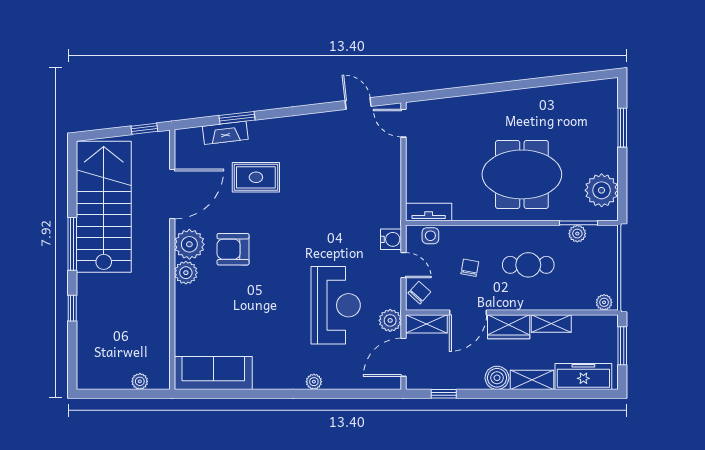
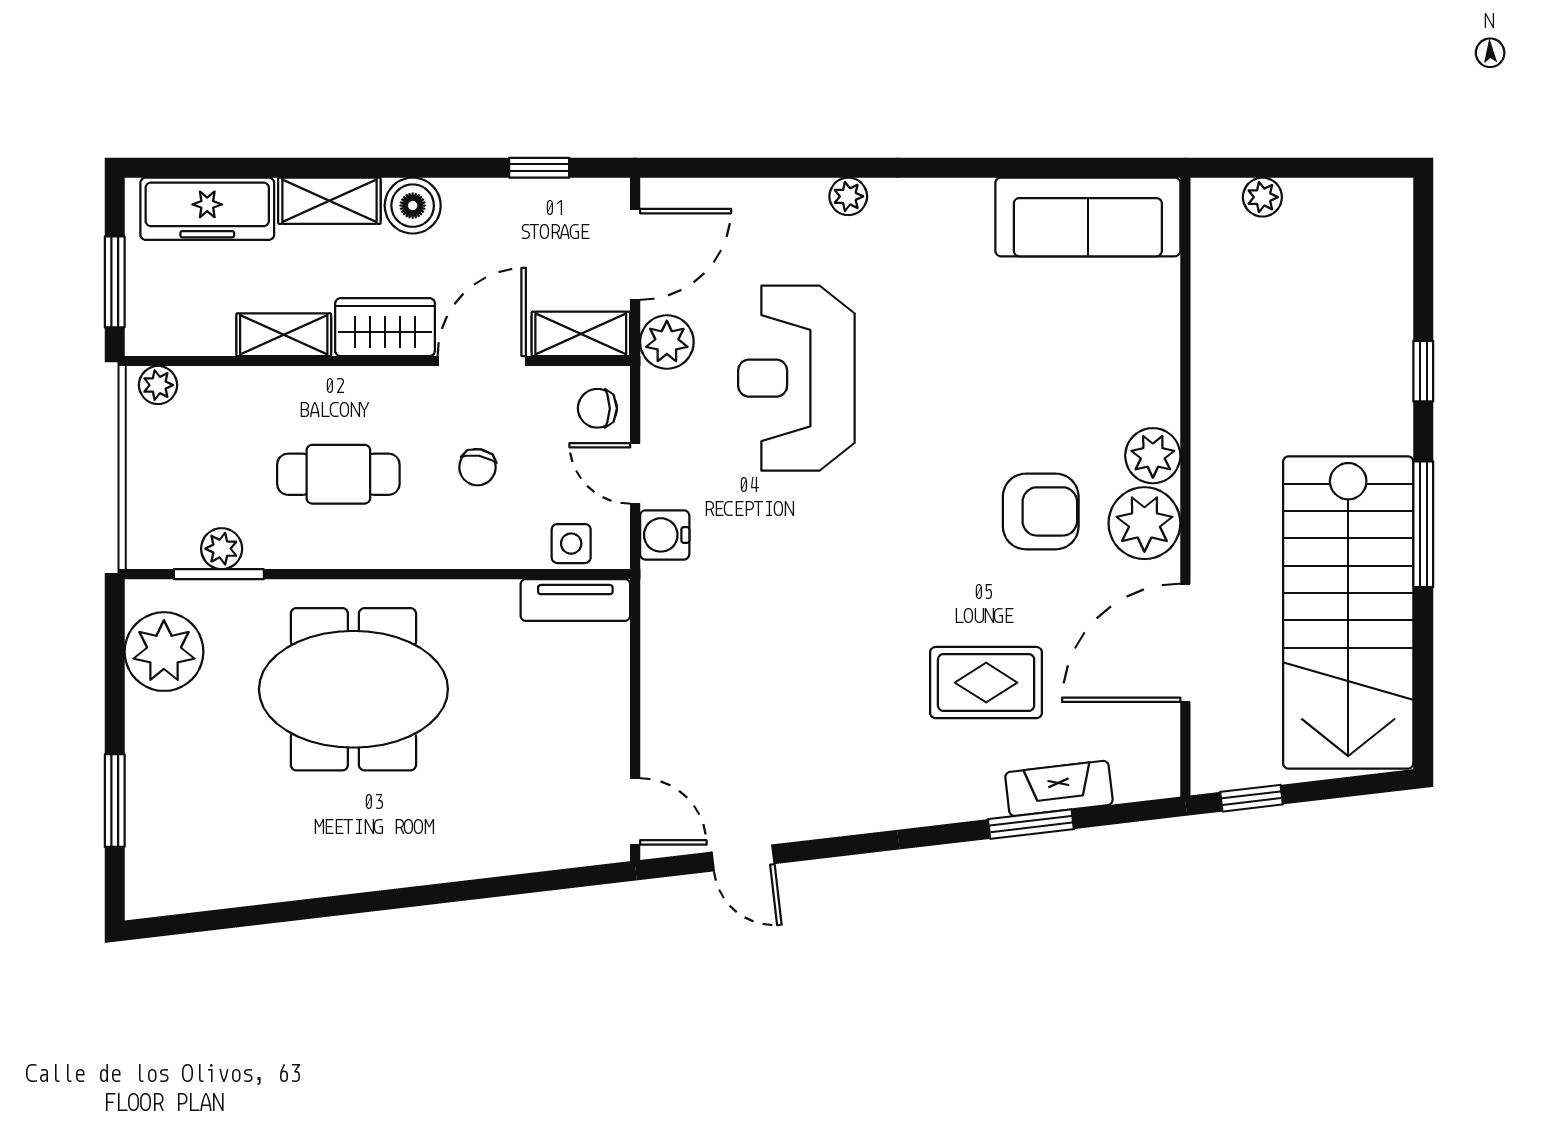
chair: (419, 293) -> (597, 408), turned 48

